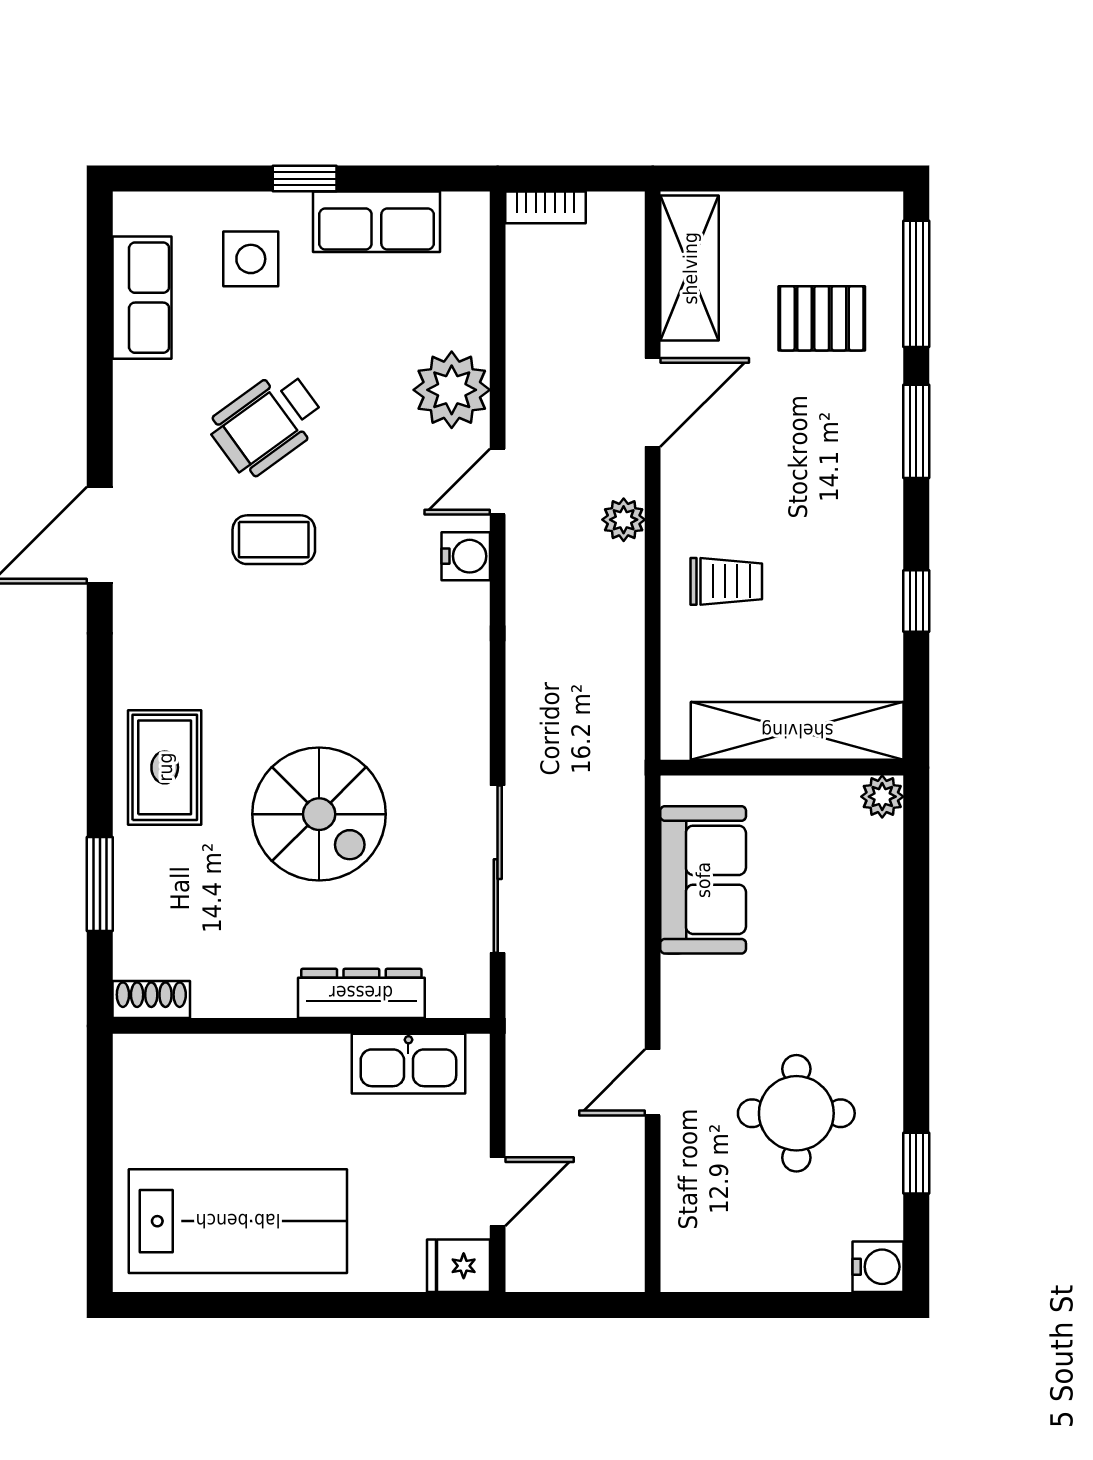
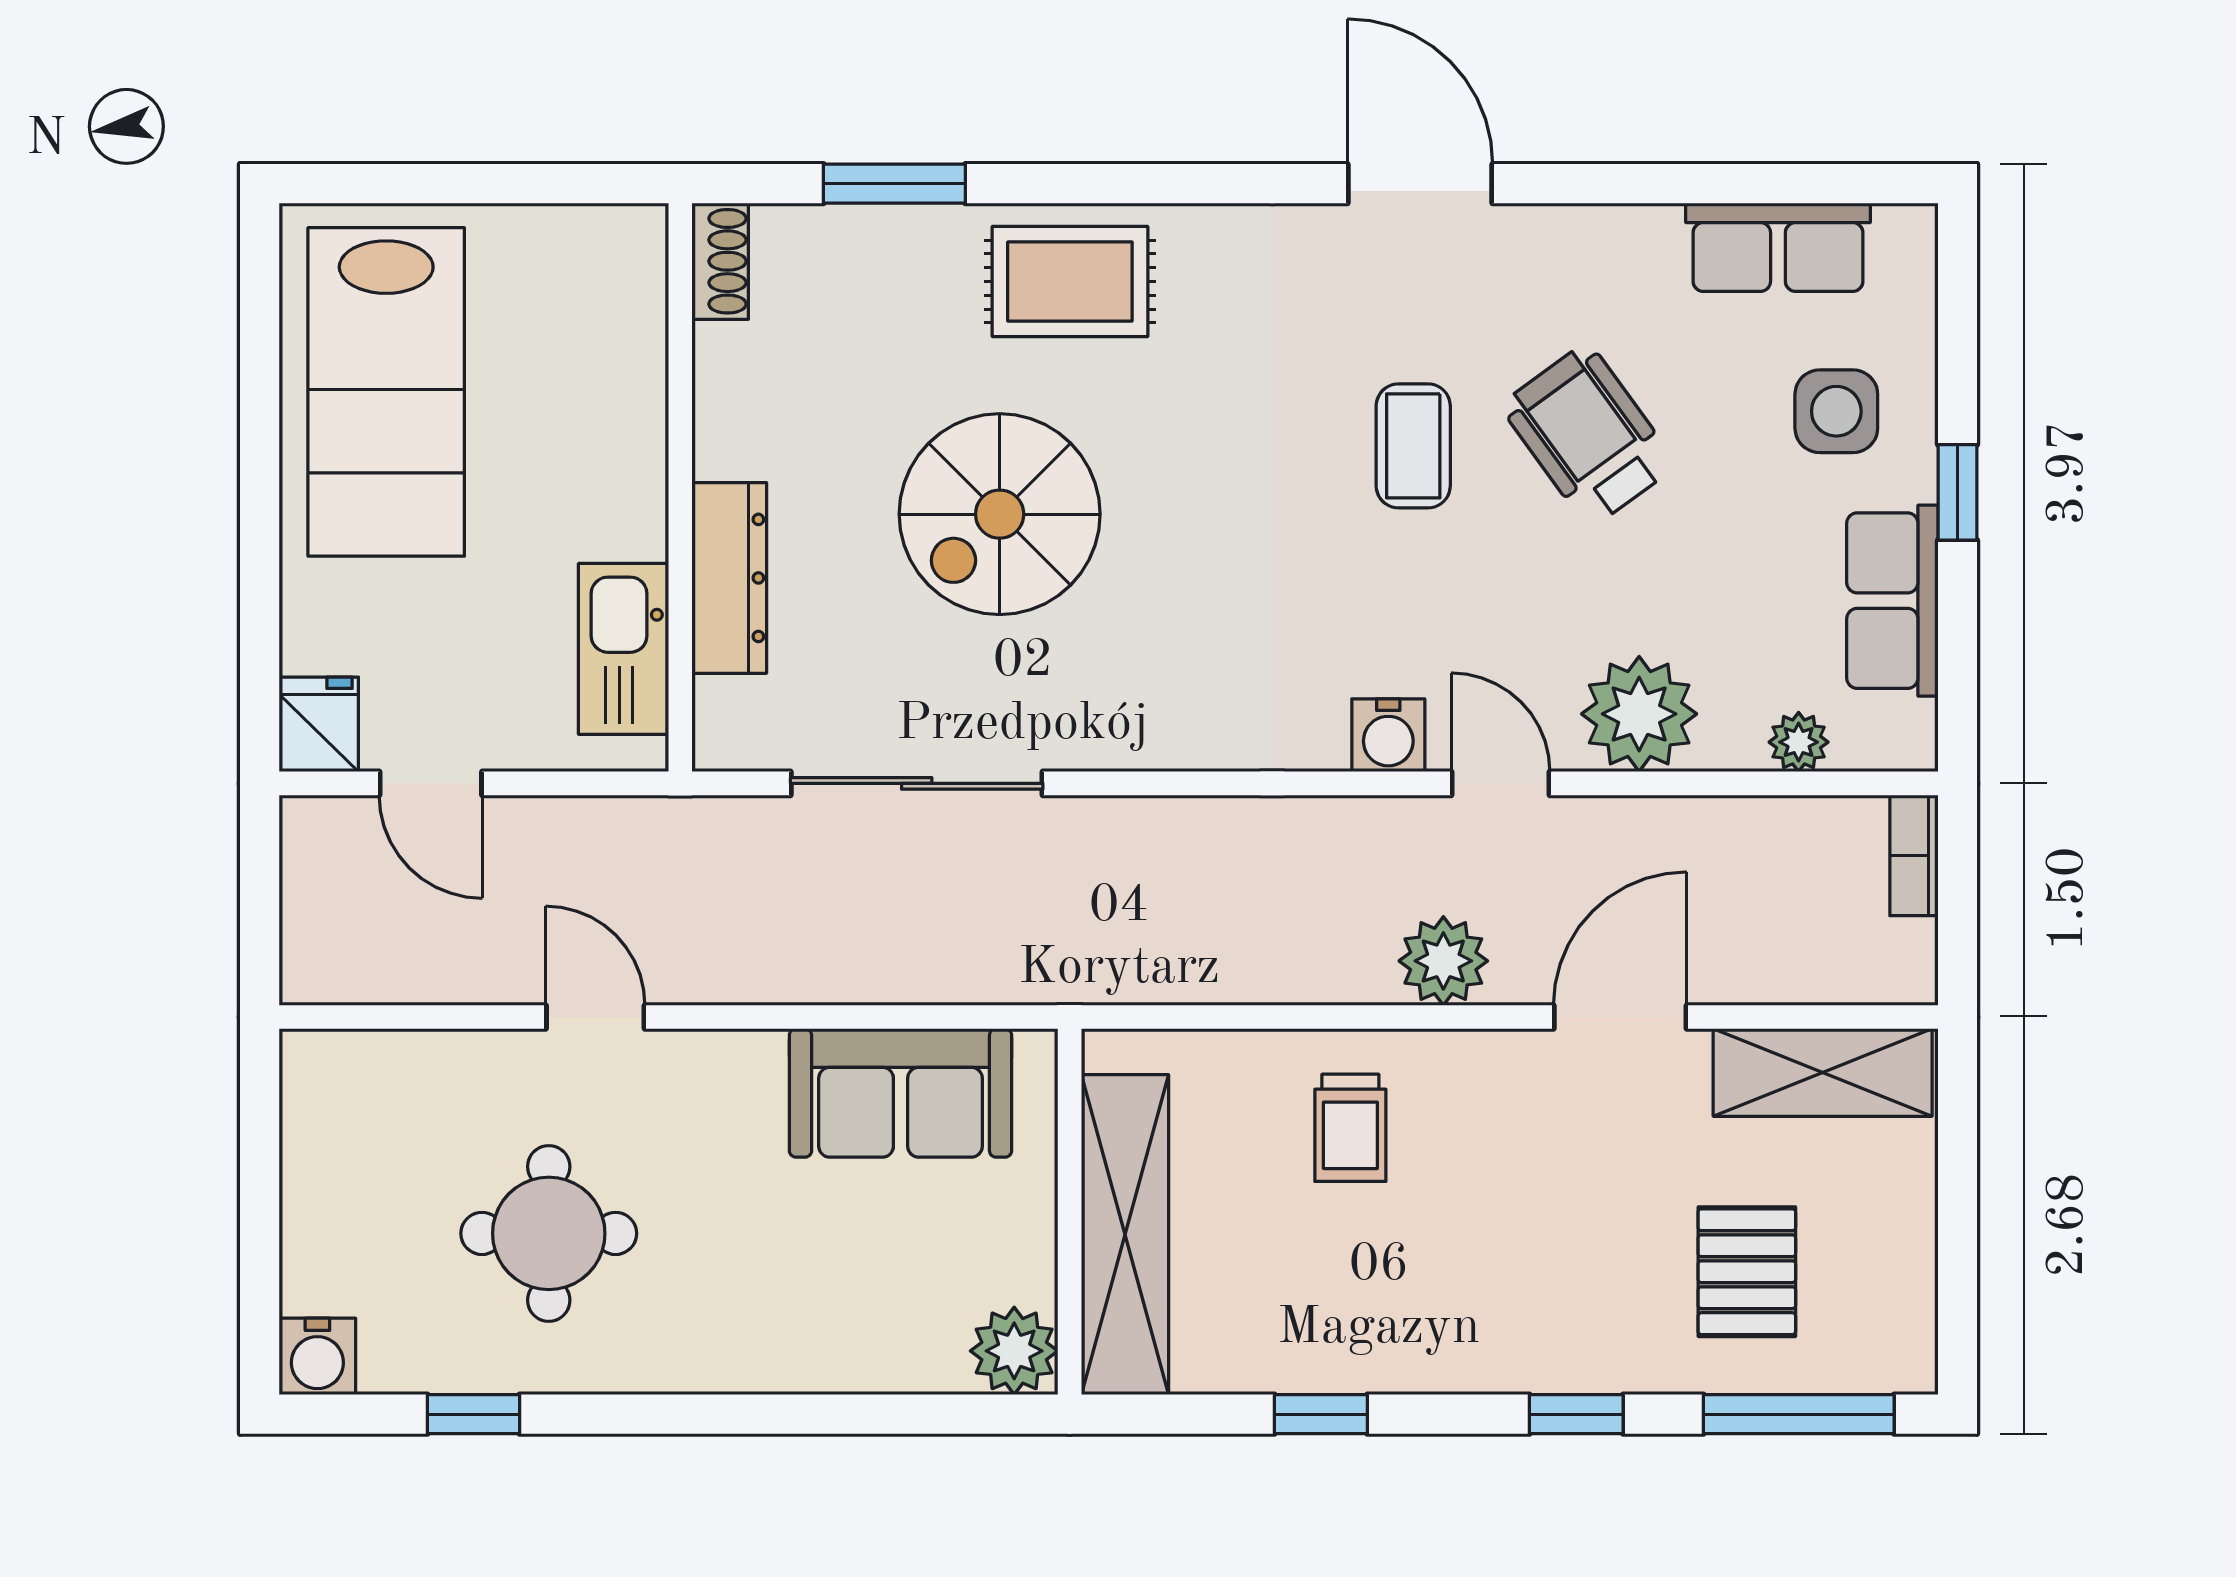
plant: (470, 284) -> (1799, 742), added
door: (653, 402) -> (1620, 1017), swing flipped
window: (916, 431) -> (1576, 1414), width x0.67
plant: (624, 520) -> (1443, 961), width x1.38, depth x1.38
plant: (882, 797) -> (1014, 1351), width x1.38, depth x1.38

